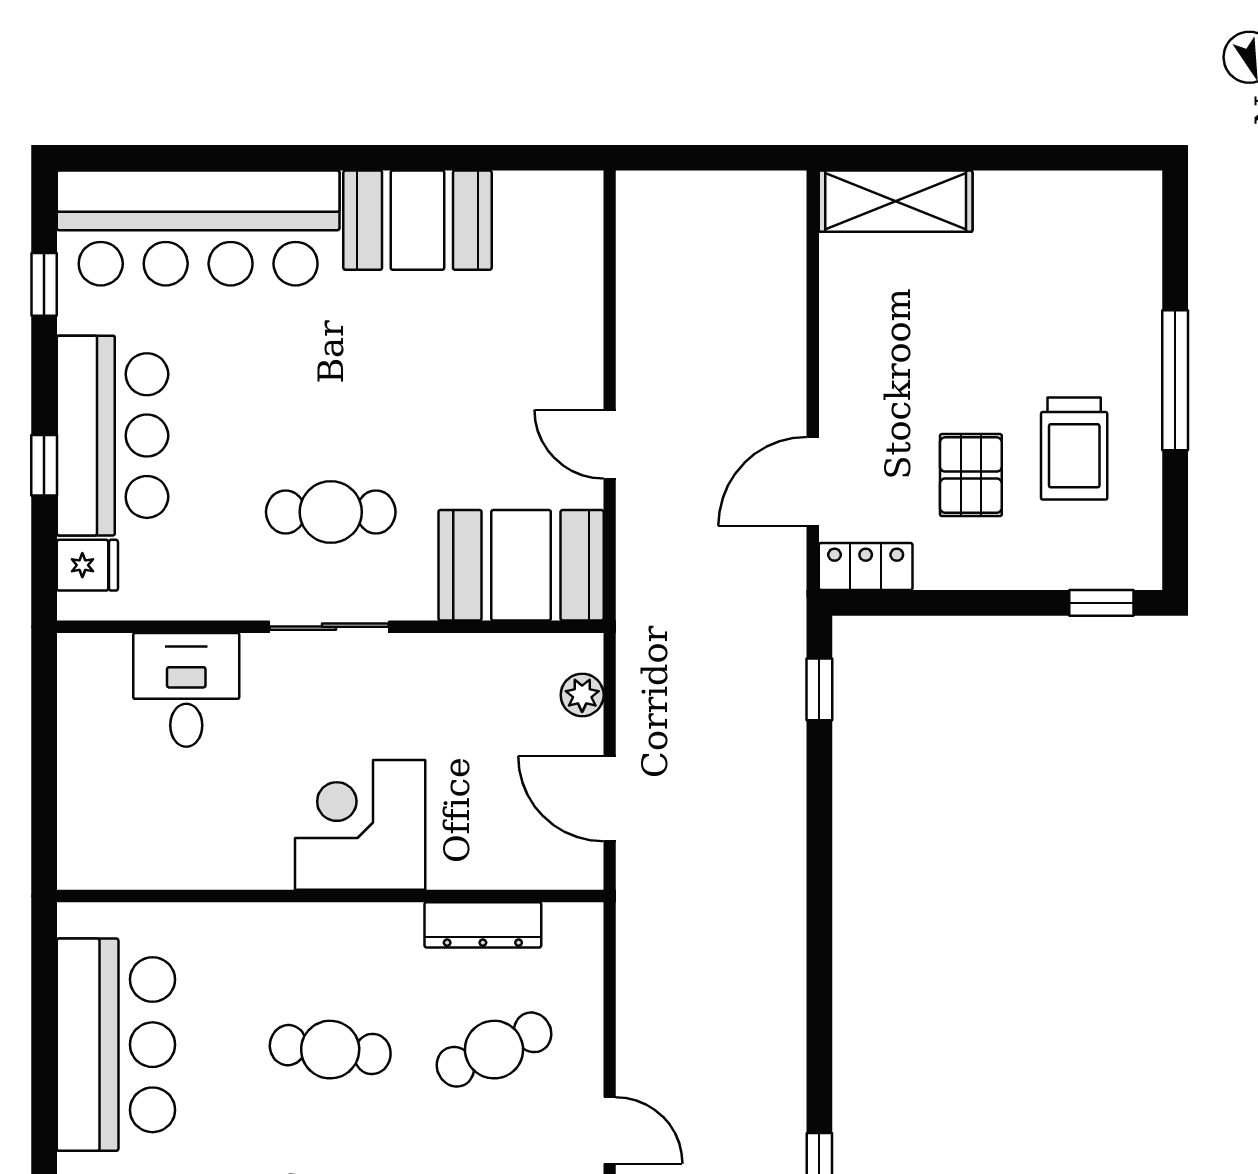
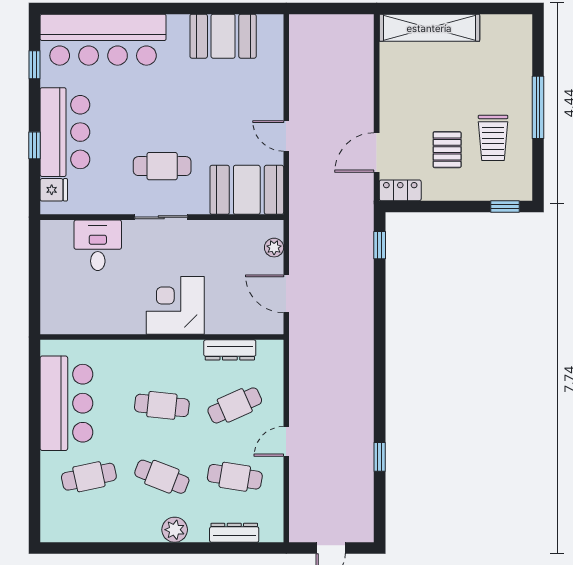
shelving: (896, 201) -> (429, 28), width x1.47
booth: (417, 220) -> (223, 36), moved
door: (610, 1130) -> (286, 441), swing flipped

